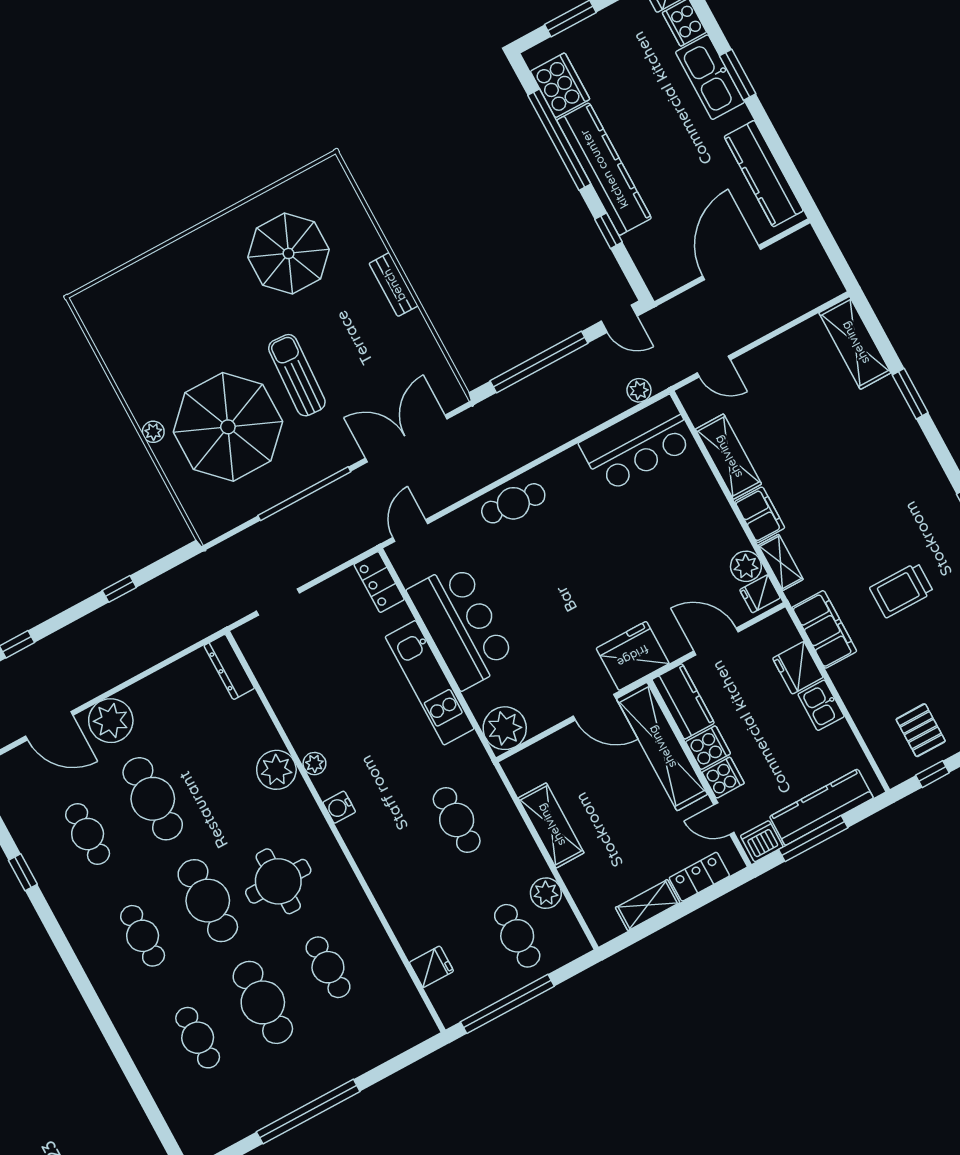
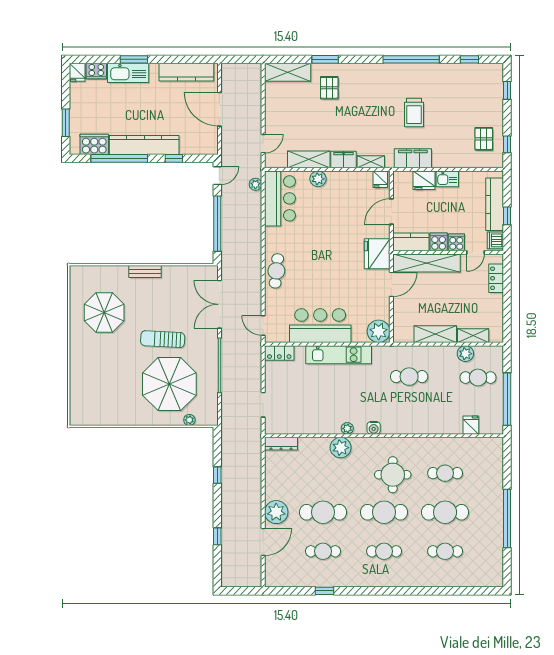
pallet: (867, 426) -> (329, 88), added
plant: (153, 432) -> (189, 420), moved
plant: (746, 566) -> (318, 179), moved
pallet: (921, 730) -> (484, 139), turned 90
window: (813, 839) -> (507, 216), width x0.46
shelving: (648, 905) -> (473, 336), moved, turned 90

